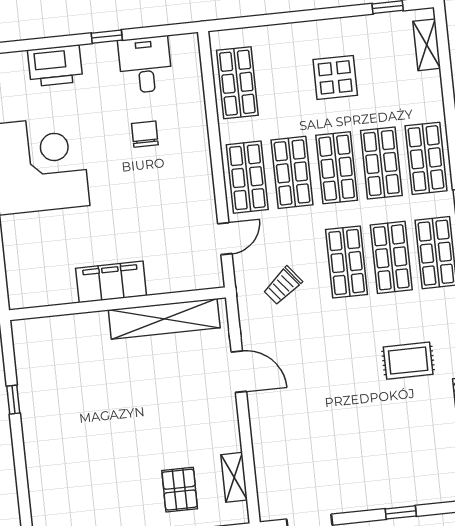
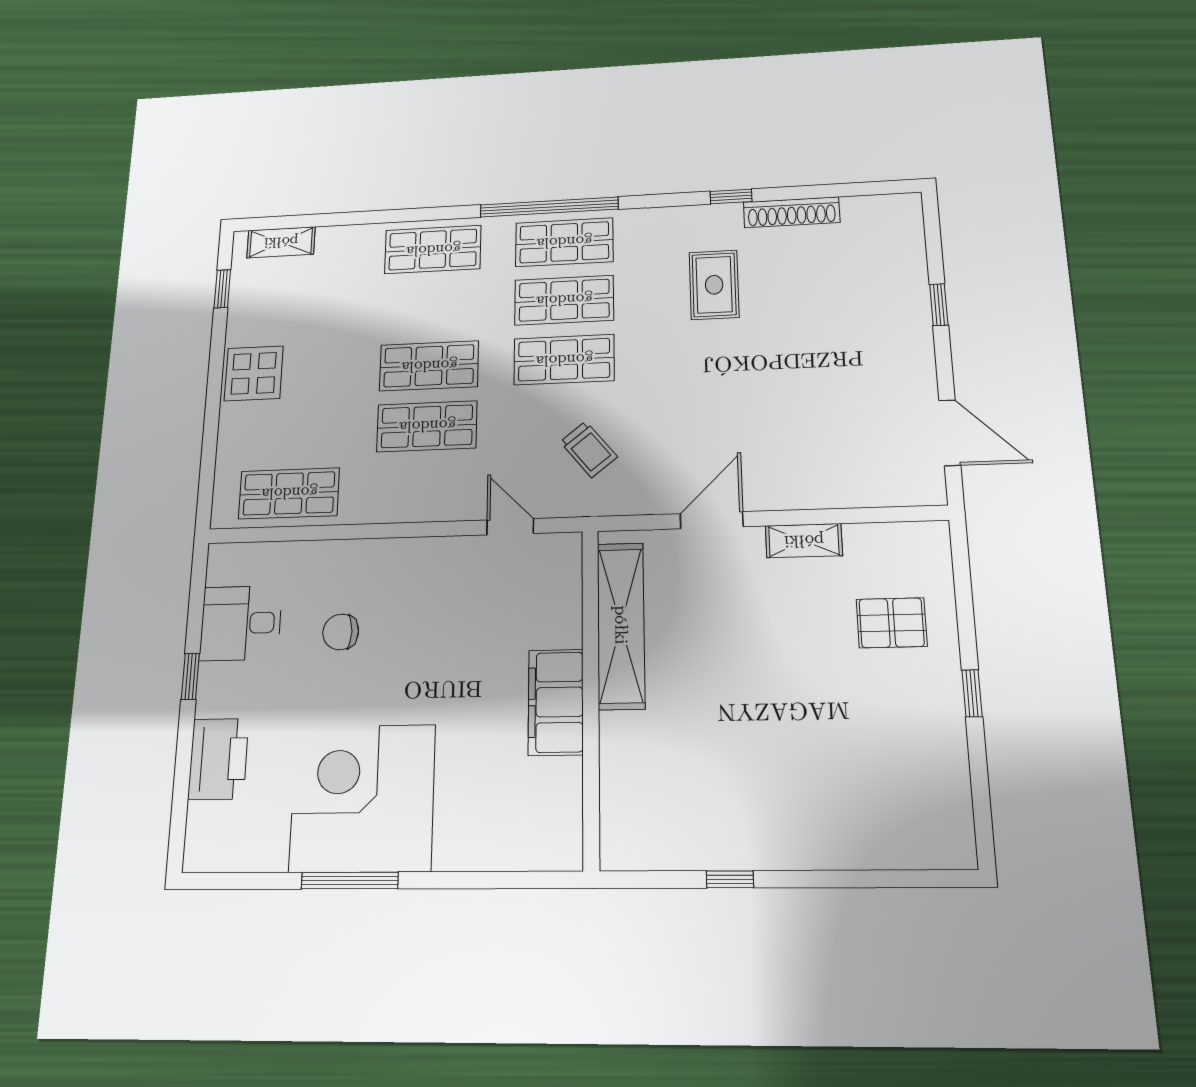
display table: (335, 77) -> (254, 373), moved
shop shelf: (381, 163) -> (431, 307), removed
shop shelf: (247, 177) -> (425, 489), removed
shelving: (234, 477) -> (804, 541), moved

